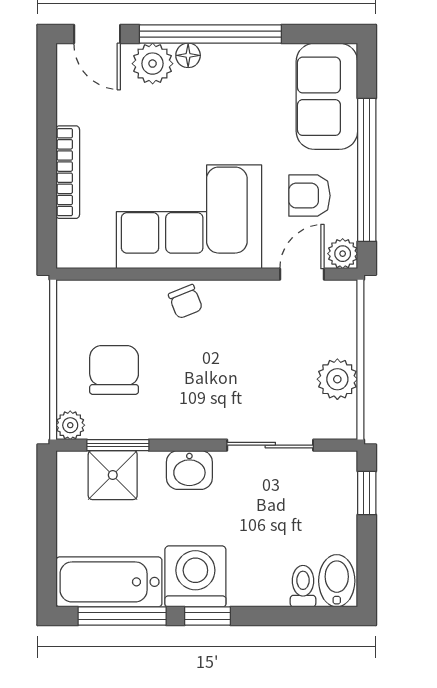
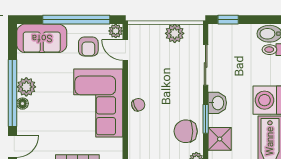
plant: (153, 64) -> (26, 87), moved
chair: (114, 370) -> (186, 131), moved
window: (118, 445) -> (206, 119), moved

